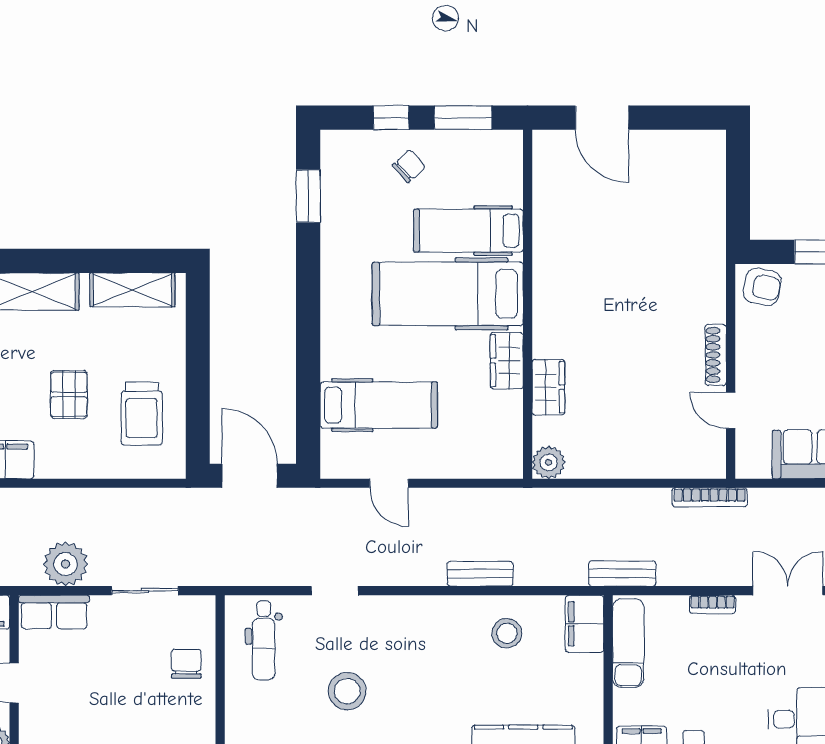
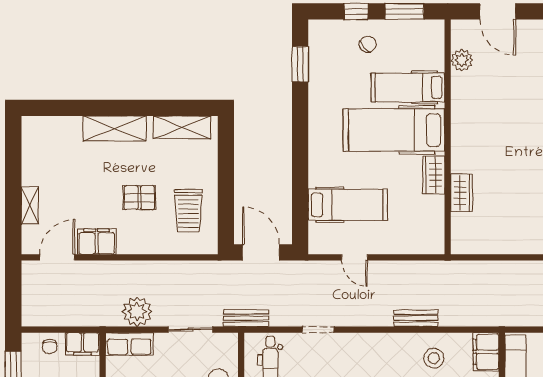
pallet: (69, 394) -> (139, 198), turned 90
plant: (549, 462) -> (462, 60), moved
bench: (622, 573) -> (246, 318), moved

